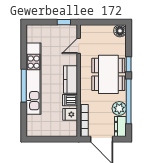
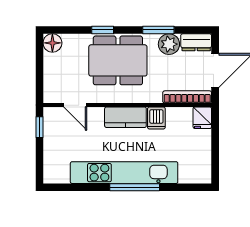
window: (129, 101) -> (158, 30), width x0.47
fridge: (70, 114) -> (202, 118), moved

